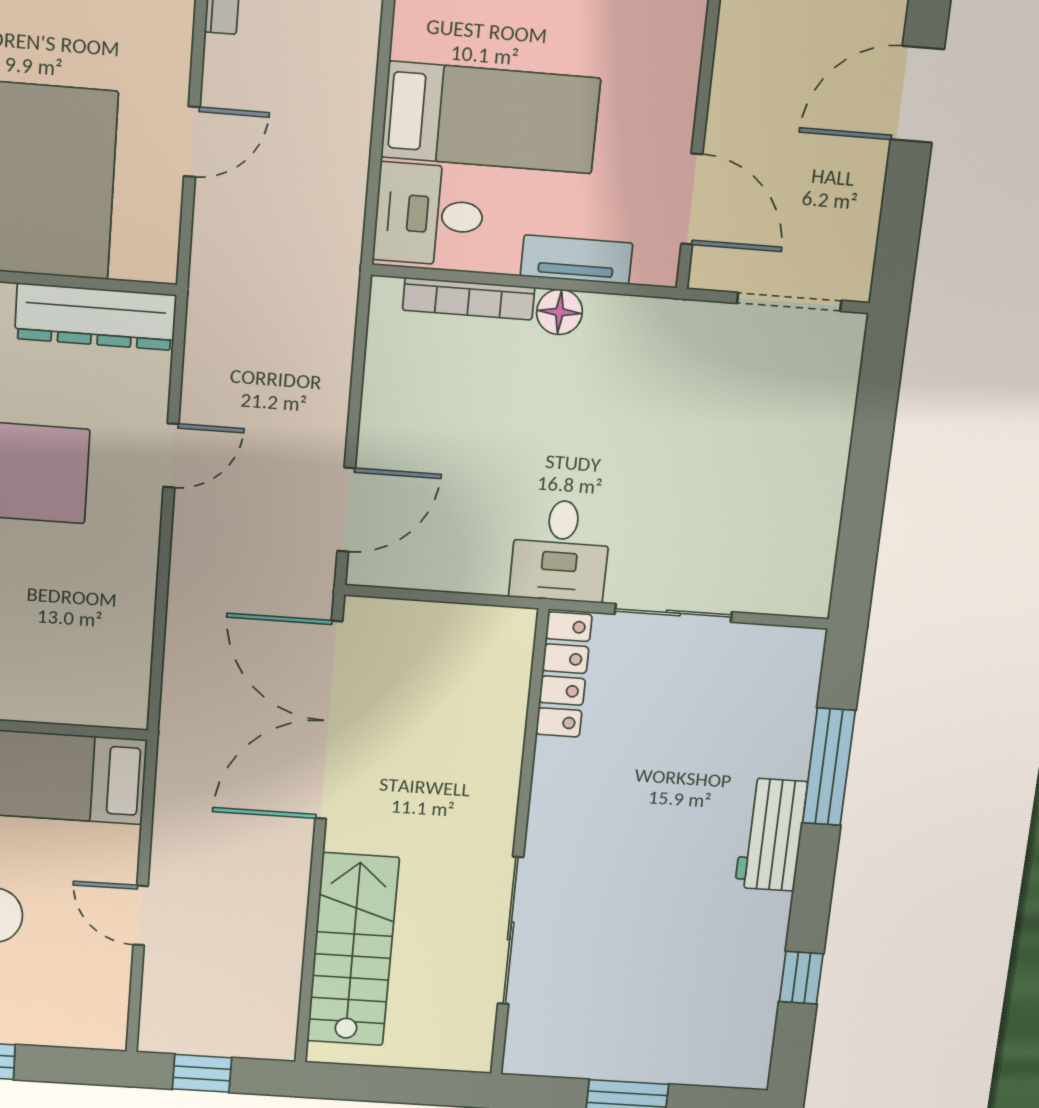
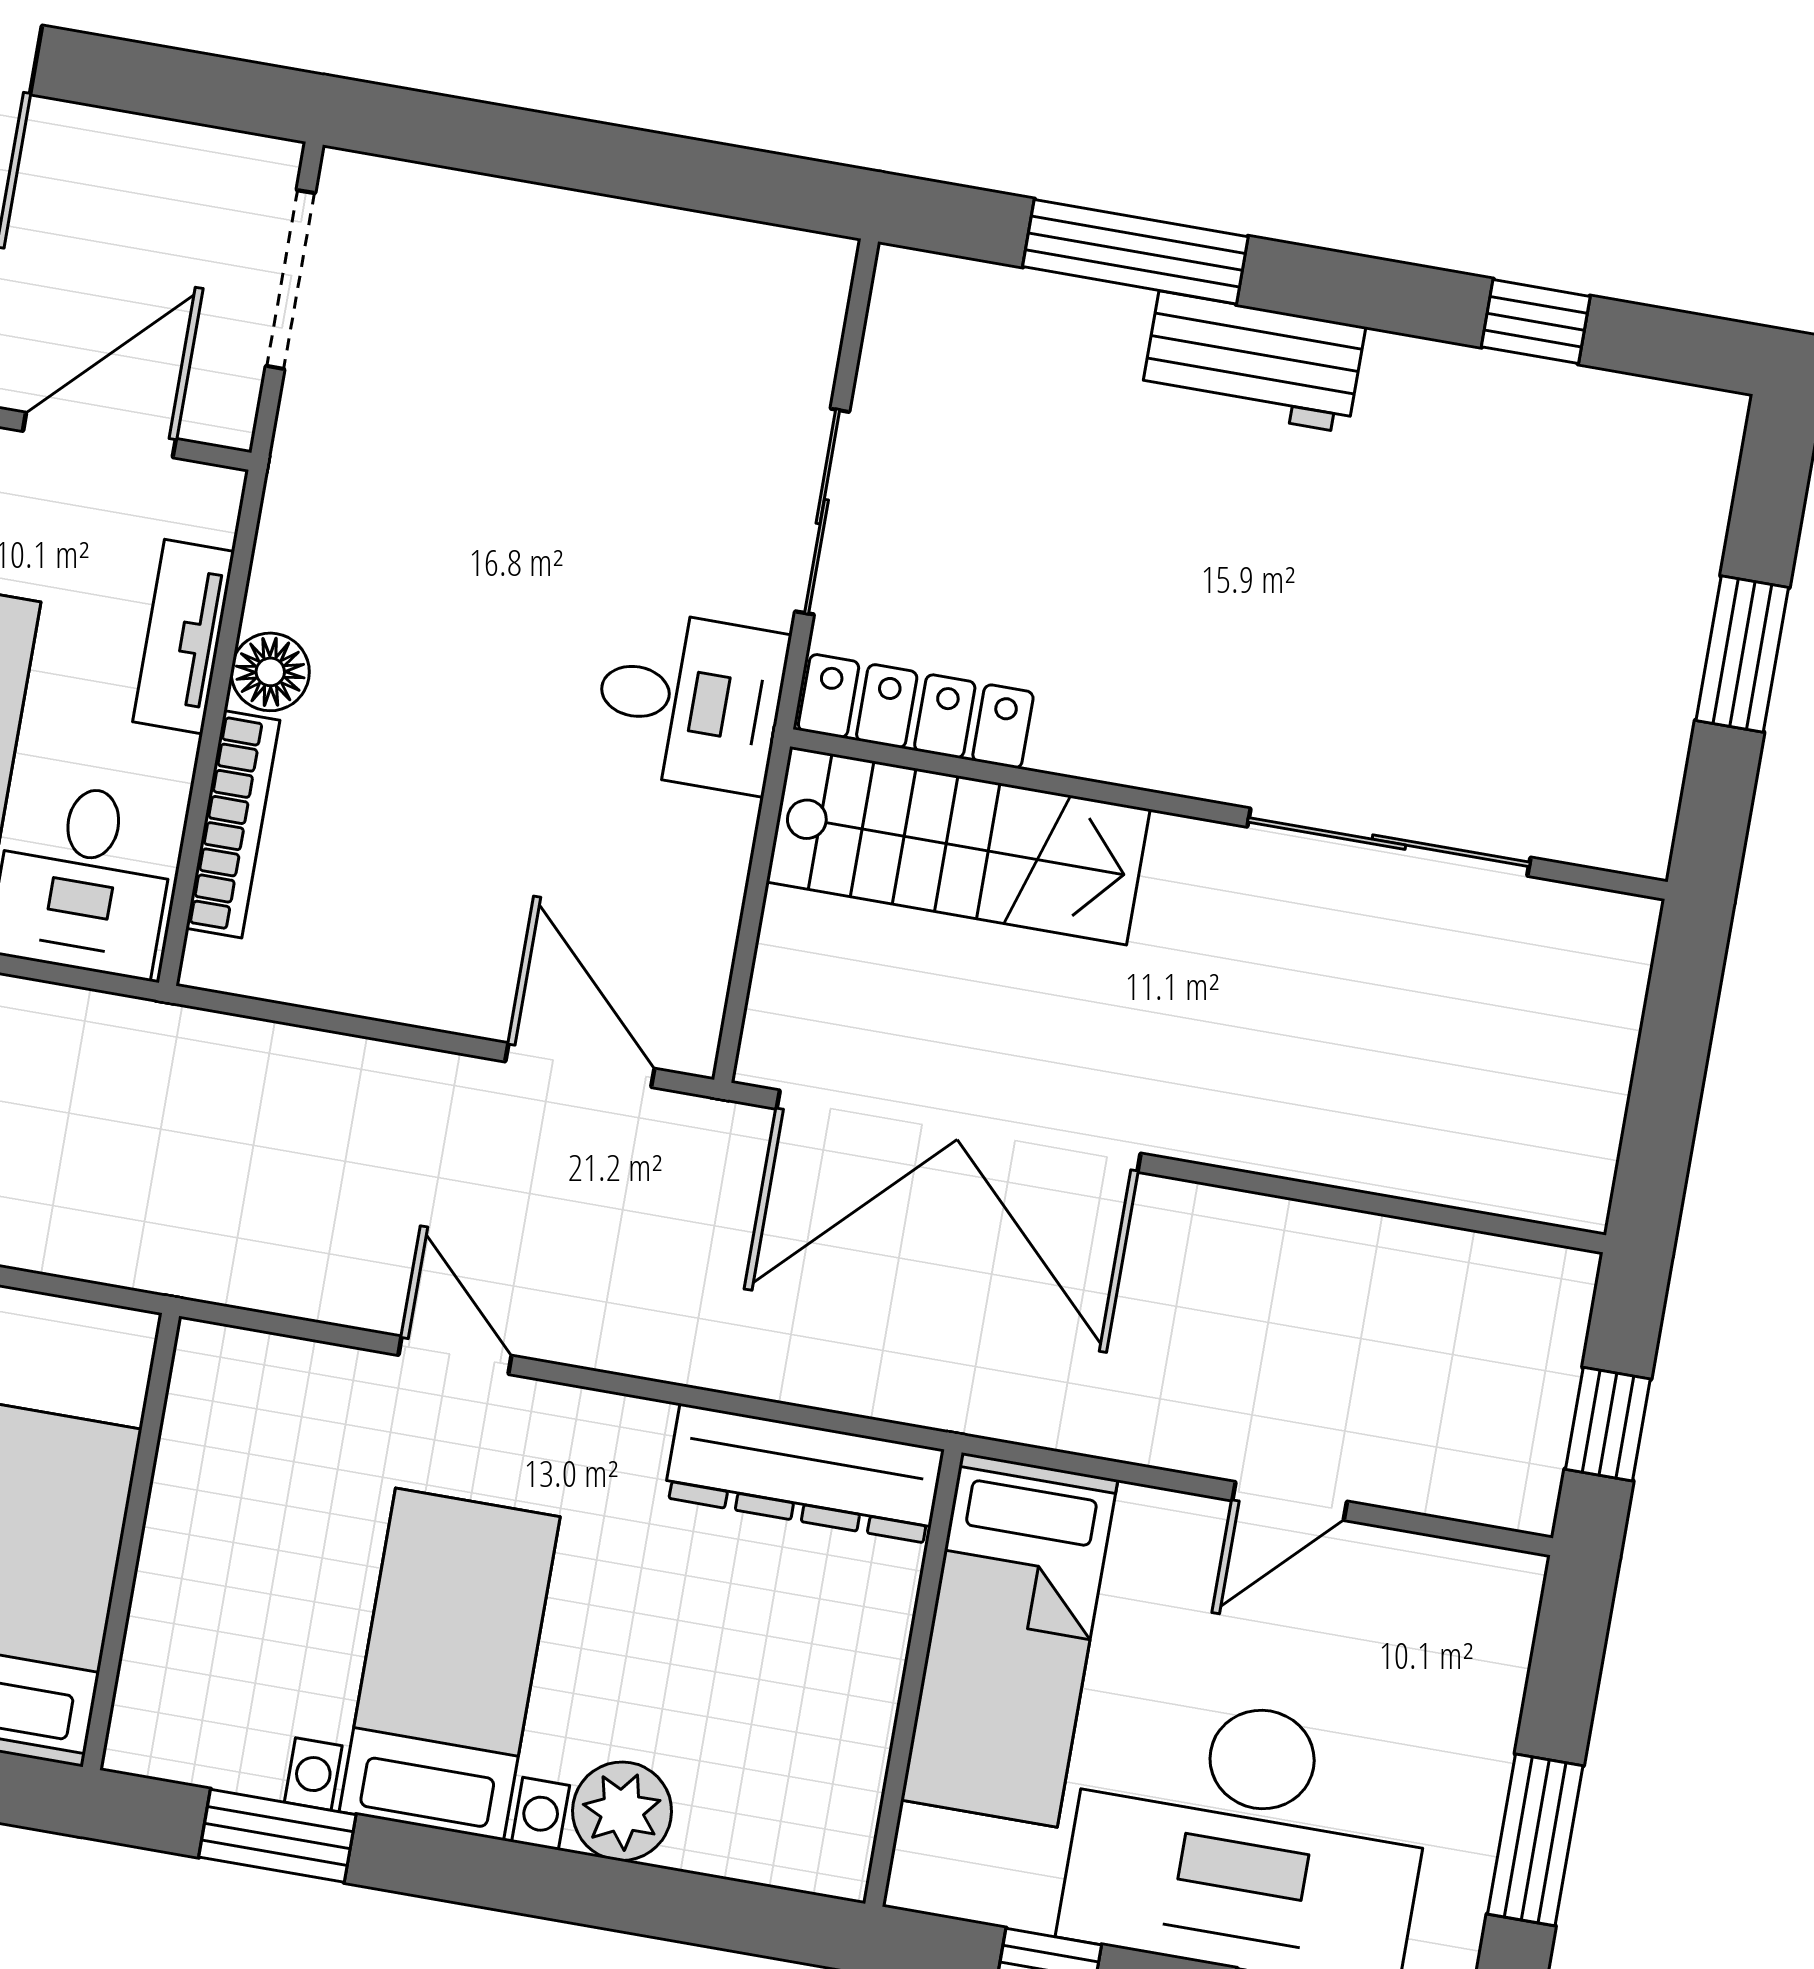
dresser: (95, 317) -> (804, 1474), moved, turned 90
stairs: (353, 950) -> (958, 846), moved, turned 180

